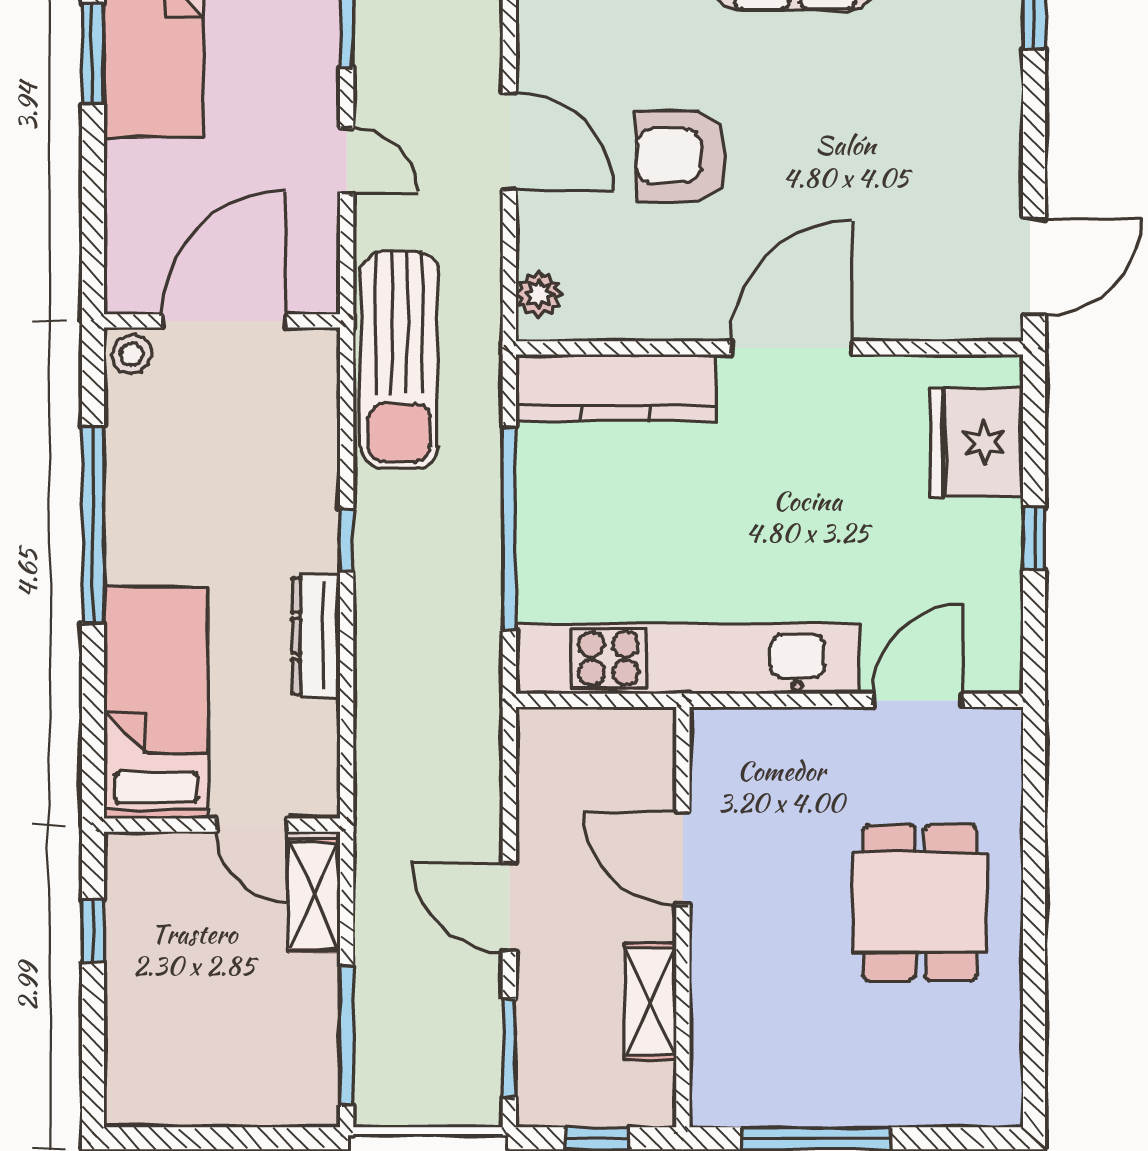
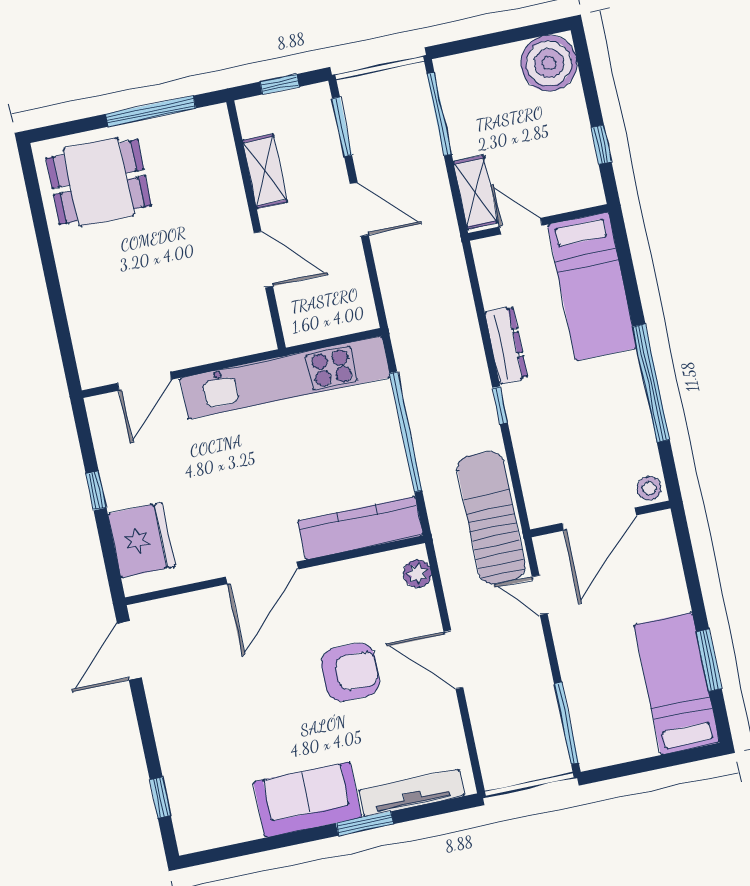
door: (347, 161) -> (540, 595), moved
dining table: (920, 903) -> (99, 182), moved, turned 90
boiler: (150, 1081) -> (549, 63), added

